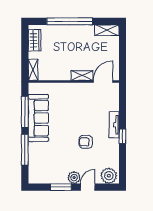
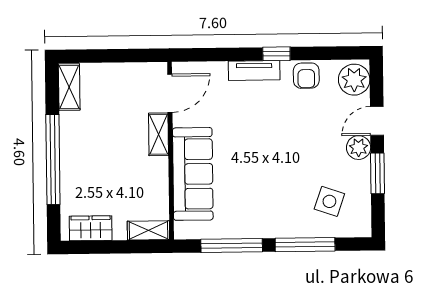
door: (103, 82) -> (170, 93), swing flipped
sofa: (38, 118) -> (193, 174), moved, turned 90
armchair: (86, 142) -> (306, 76), moved
side table: (47, 162) -> (329, 201), added
door: (88, 187) -> (377, 121), hinge flipped

